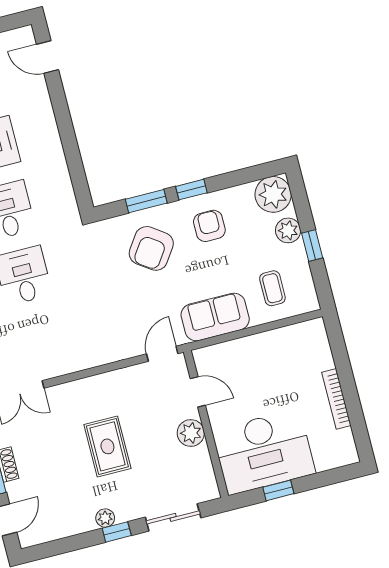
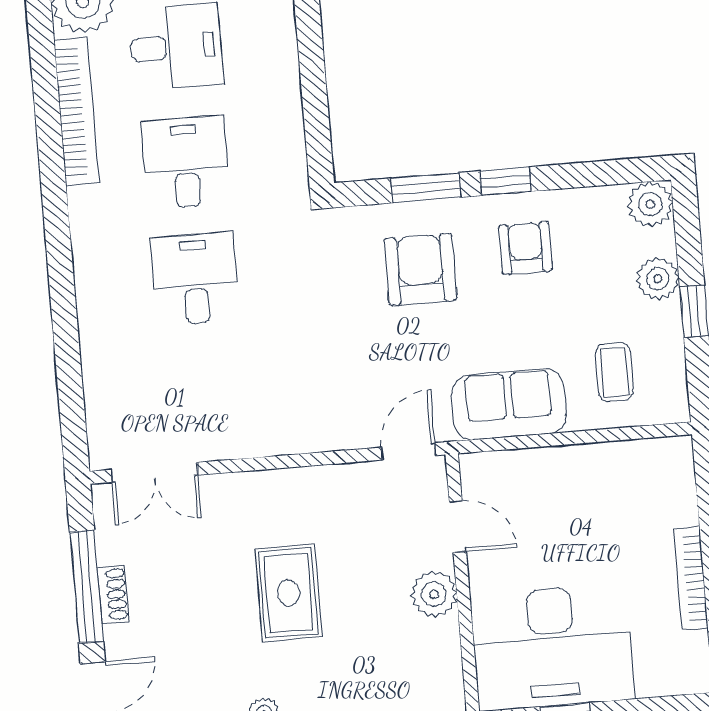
plant: (273, 194) -> (650, 204), width x0.73, depth x0.73
armchair: (151, 248) -> (420, 269), turned 145

